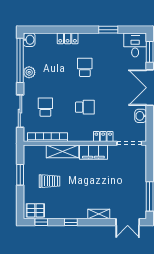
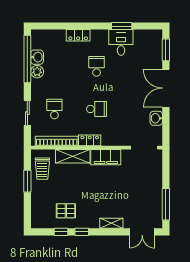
washbasin: (29, 40) -> (37, 57), moved
desk: (135, 45) -> (121, 42), moved
sliding door: (20, 111) -> (27, 113), width x0.73
locker: (103, 136) -> (90, 140), moved
trolley: (49, 181) -> (42, 169), moved, turned 90
pallet: (35, 210) -> (66, 211), moved
window: (41, 222) -> (61, 232), moved

